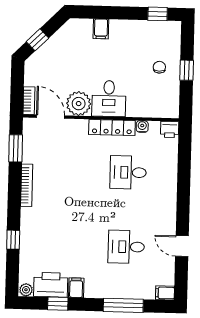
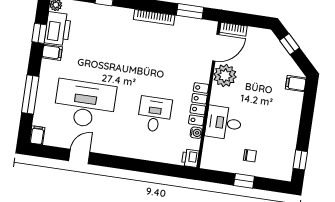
filing cabinet: (101, 29) -> (296, 84), moved
desk: (109, 99) -> (224, 123), moved
desk: (126, 247) -> (85, 104), width x1.87, depth x1.30

